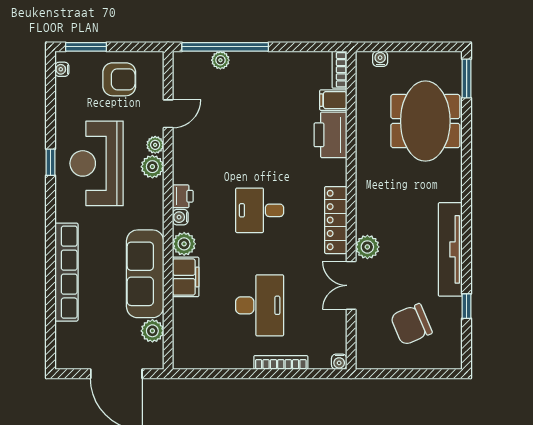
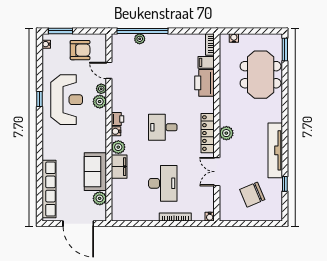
door: (168, 114) -> (109, 70), swing flipped
reception desk: (97, 163) -> (67, 100), turned 180
plant: (367, 247) -> (226, 133), moved
row of seats: (66, 272) -> (49, 189), moved
sofa: (145, 274) -> (95, 172), width x0.73

